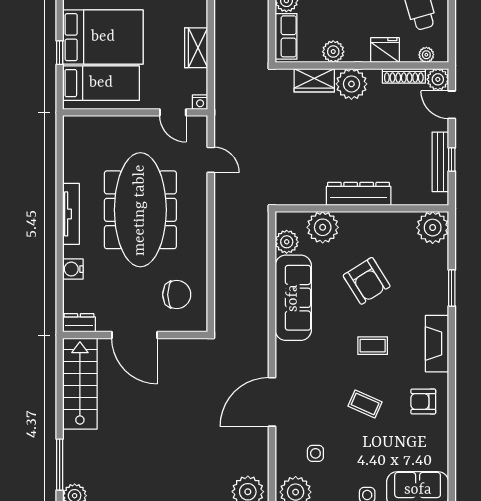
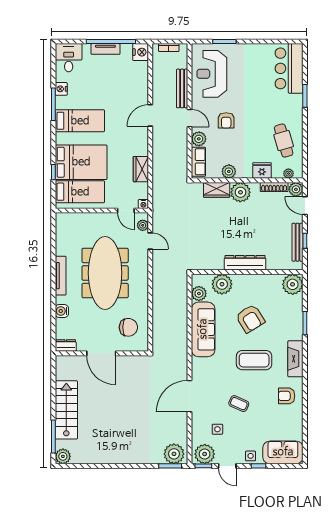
plant: (199, 135) -> (143, 225), added
coffee table: (373, 346) -> (254, 360), width x1.86, depth x1.72
stairs: (80, 384) -> (66, 410), moved
coffee table: (365, 404) -> (239, 404), moved

